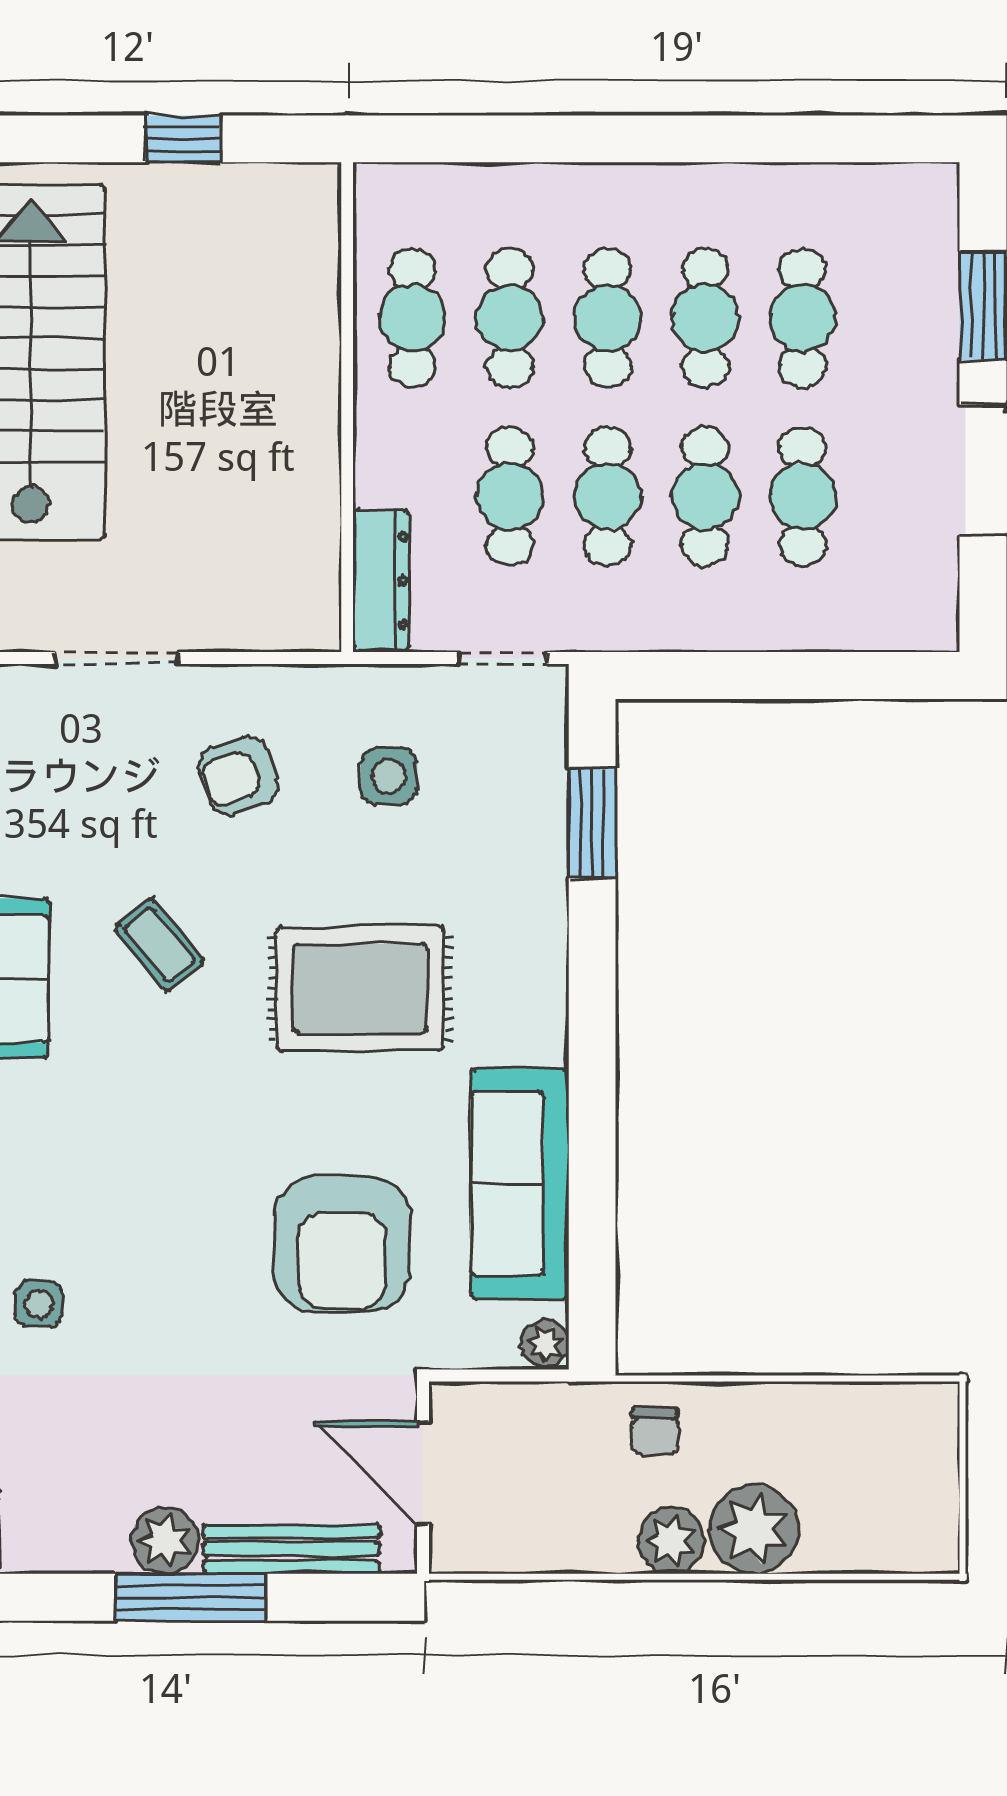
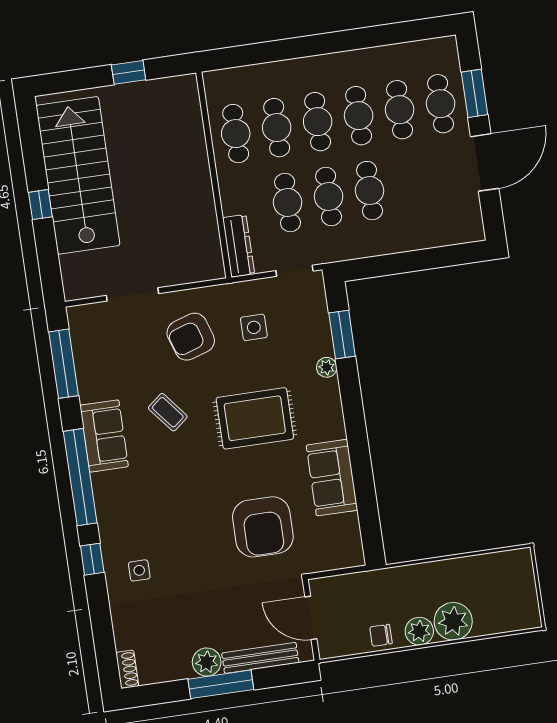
cafe table: (803, 496) -> (441, 104), moved
armchair: (238, 776) -> (191, 337), width x1.38, depth x1.38
sofa: (520, 1184) -> (332, 478), width x0.73
plant: (545, 1343) -> (327, 367), moved
chair: (655, 1431) -> (381, 635), moved, turned 90

